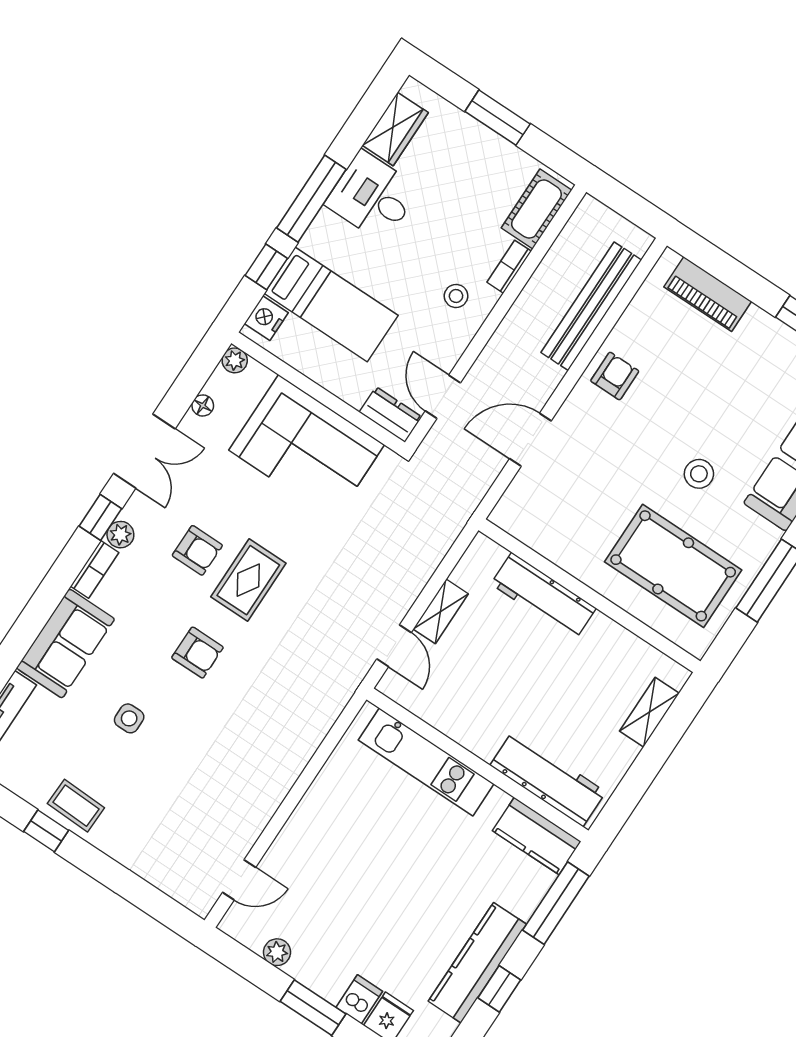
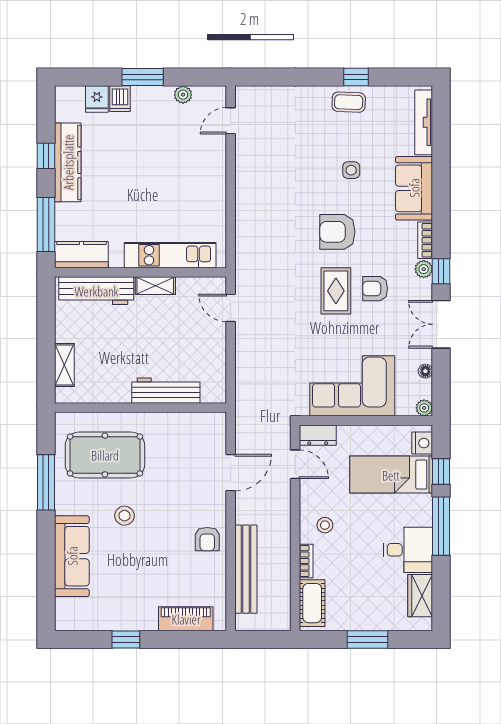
shelving: (441, 611) -> (155, 286), moved, turned 90
armchair: (197, 653) -> (337, 232), width x1.38, depth x1.38

